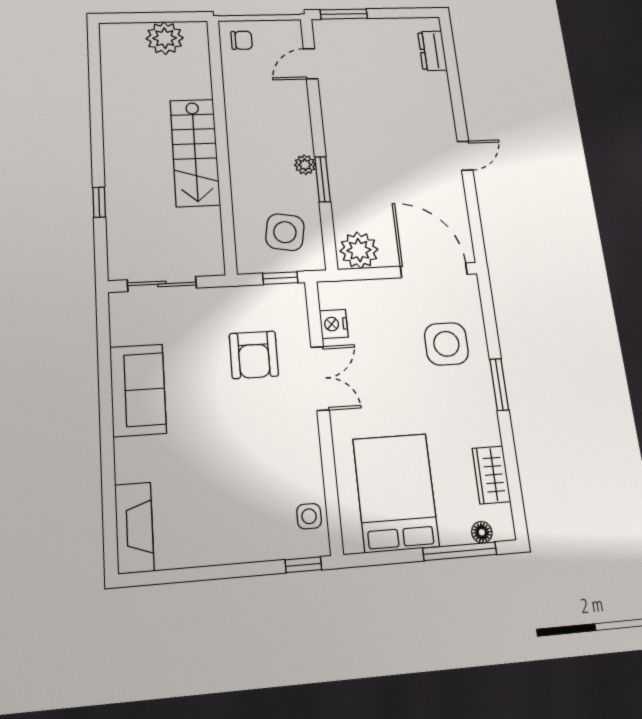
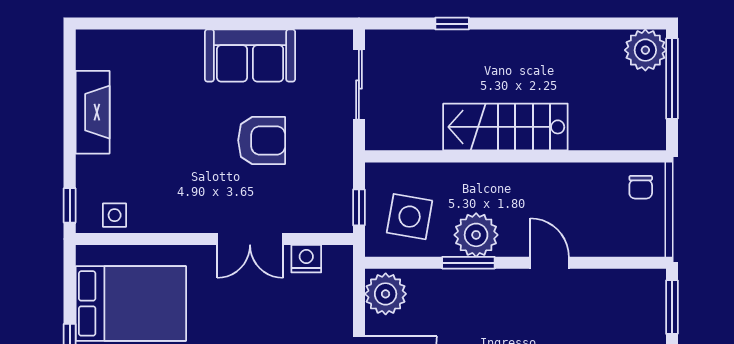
window: (143, 18) -> (672, 79), added
plant: (165, 38) -> (645, 50), moved
door: (311, 64) -> (550, 263), moved
plant: (305, 165) -> (476, 235), width x1.87, depth x1.87
armchair: (254, 355) -> (262, 140), moved, turned 180
fireplace: (134, 528) -> (93, 112), moved, turned -90

